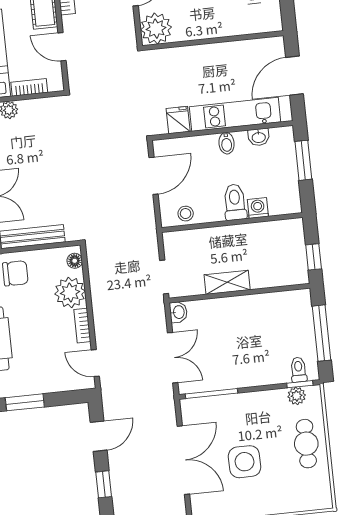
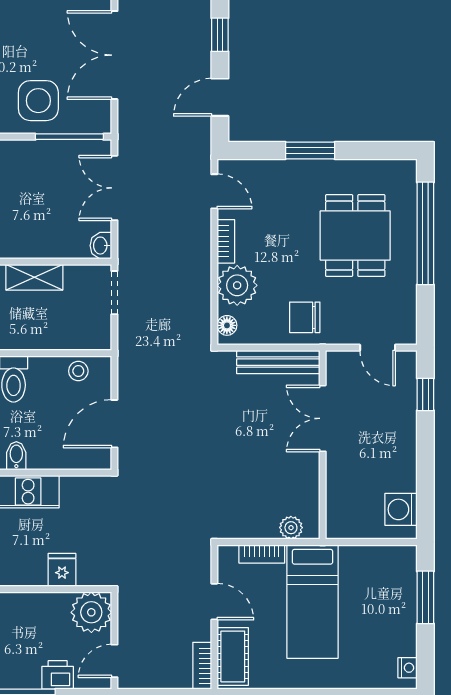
fridge: (178, 120) -> (62, 570), moved, turned 180
side table: (245, 462) -> (38, 101), moved

